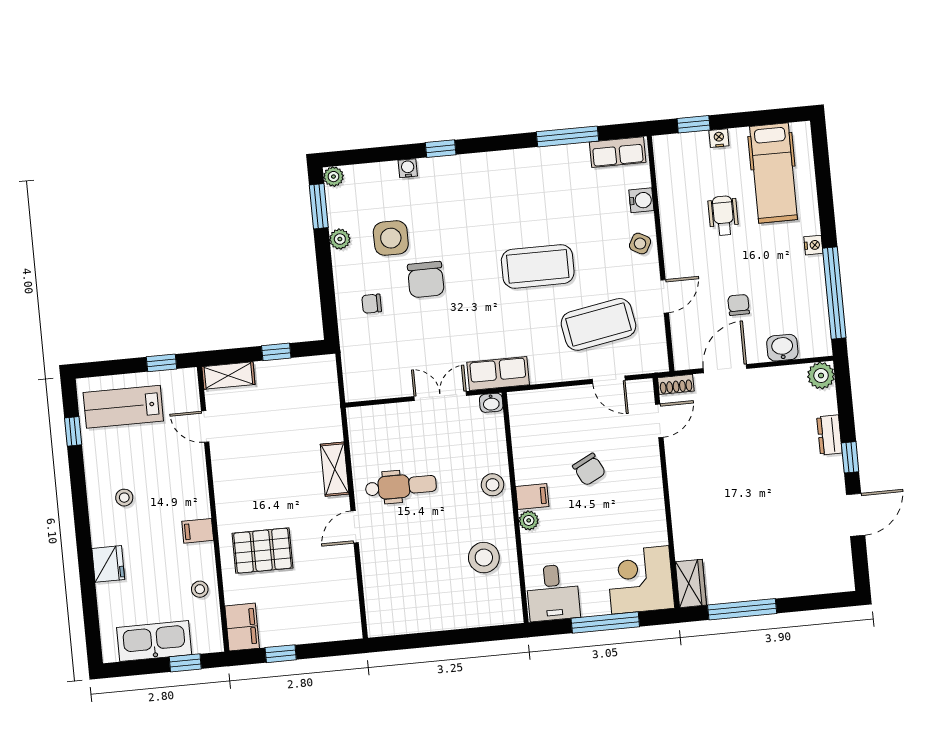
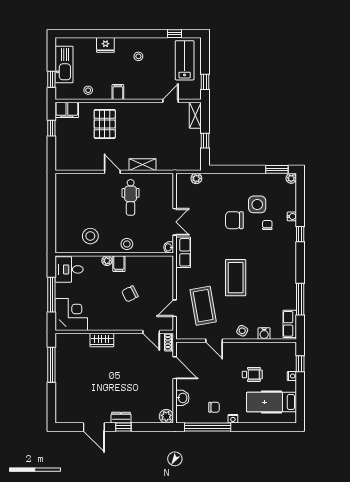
plant: (340, 239) -> (196, 178), moved
chair: (372, 304) -> (267, 225), moved
chair: (739, 305) -> (214, 407), moved
dresser: (829, 435) -> (121, 418), moved
wardrobe: (691, 583) -> (102, 340), moved

